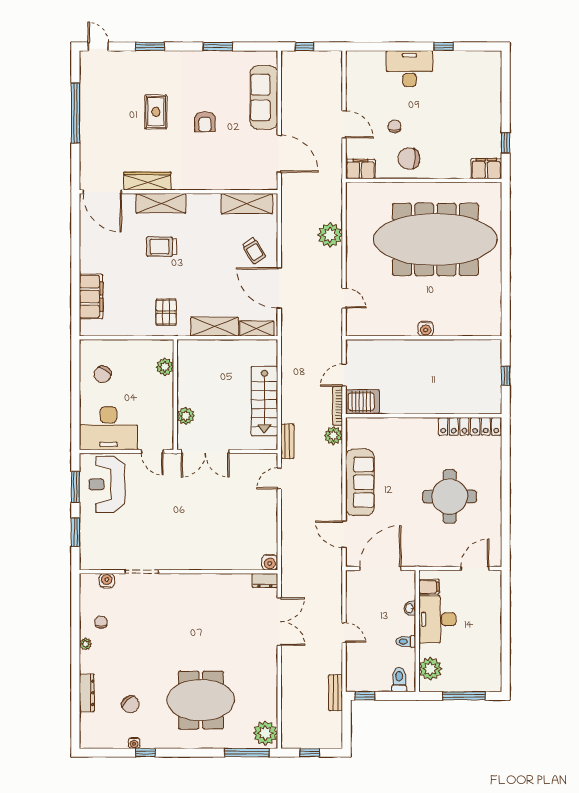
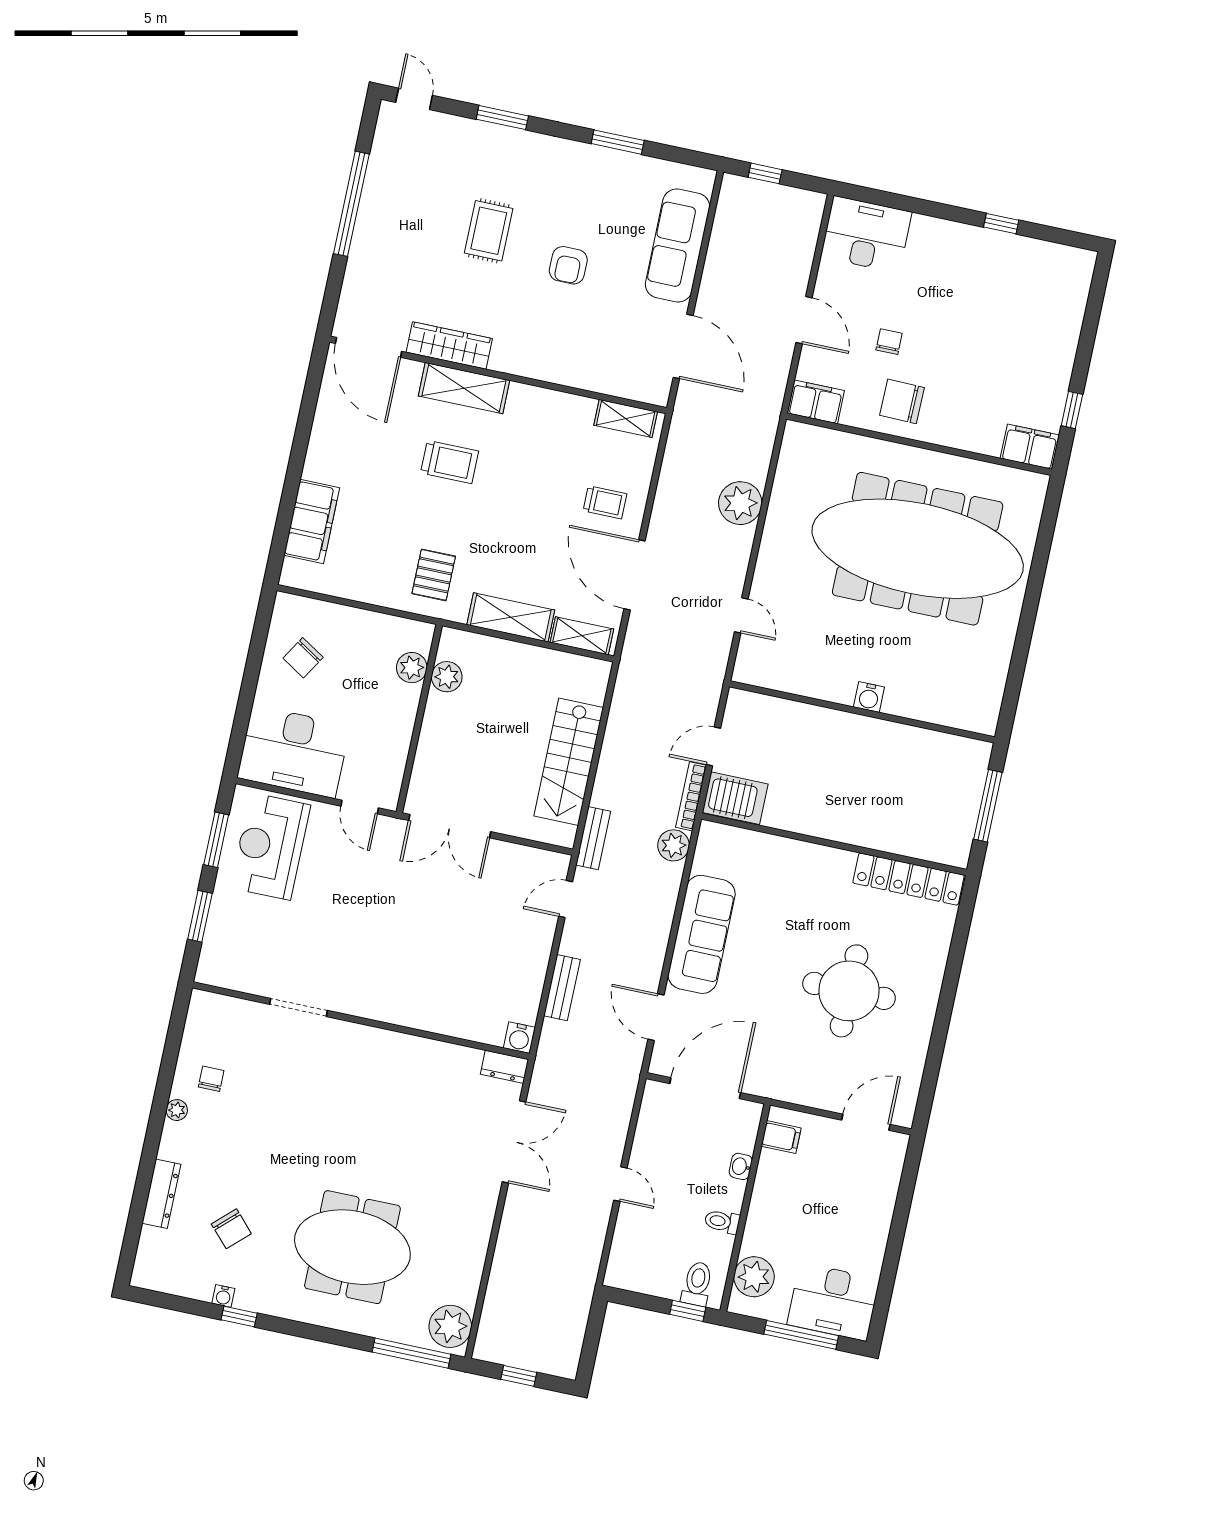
desk: (409, 69) -> (866, 234), moved
shelving: (247, 204) -> (626, 418), width x0.67, depth x0.75
trolley: (162, 247) -> (450, 462), turned 180
trolley: (254, 251) -> (605, 502), turned -58
window: (506, 376) -> (988, 806), width x2.17
plant: (186, 416) -> (447, 677), moved
water cooler: (107, 581) -> (236, 1010), removed
desk: (437, 619) -> (833, 1302), moved, turned -90
bench: (336, 693) -> (562, 988), moved
window: (365, 696) -> (688, 1311), moved

